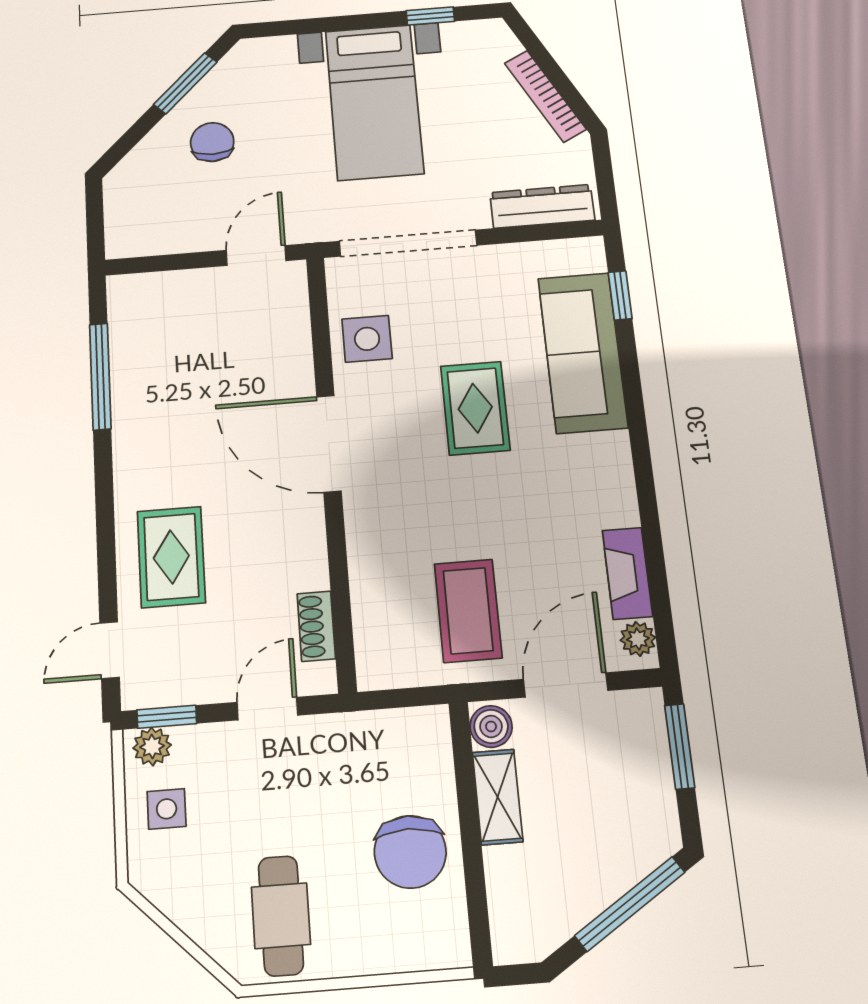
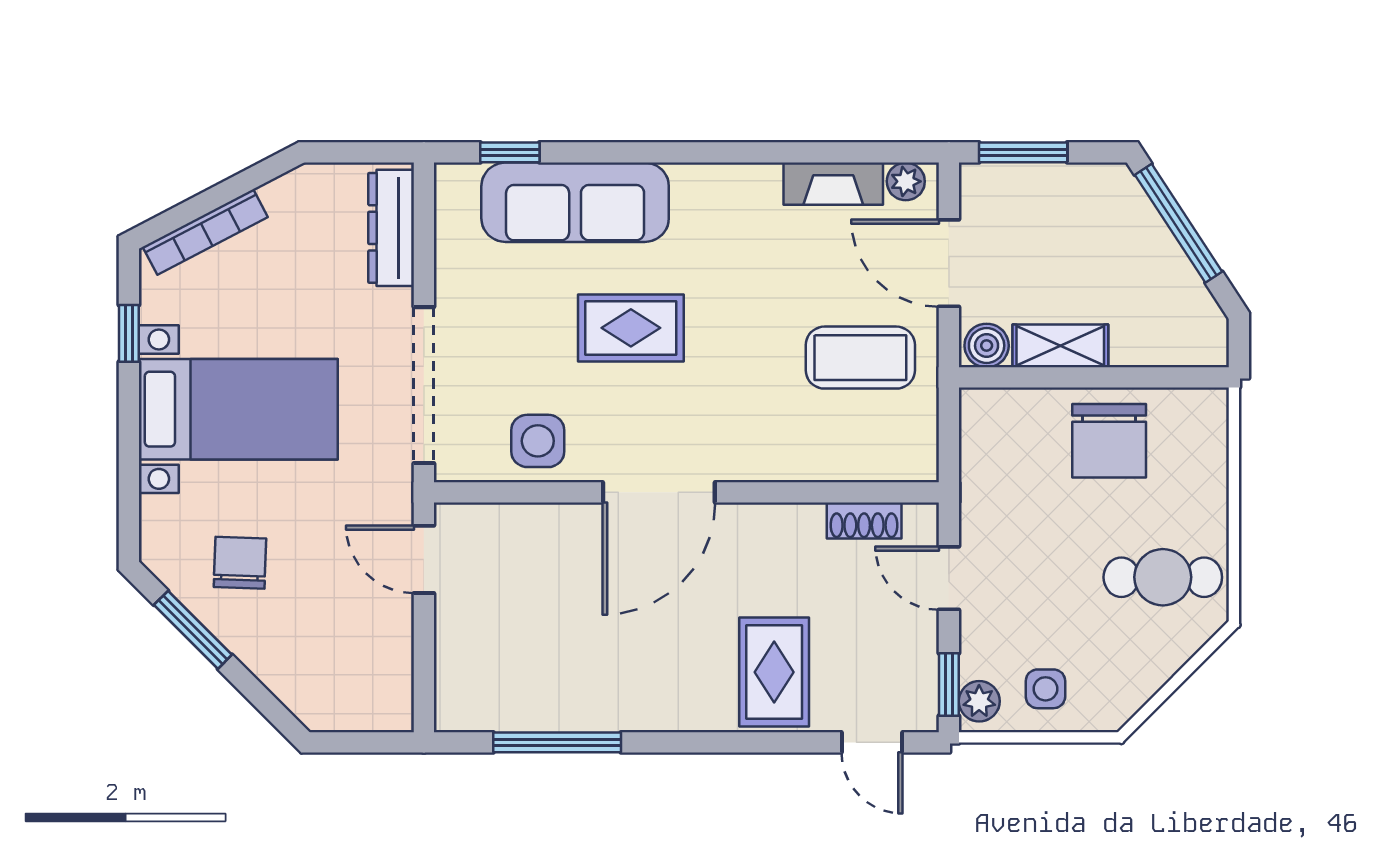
bookcase: (545, 96) -> (205, 232), moved
chair: (212, 142) -> (240, 563), moved, turned 92
rug: (171, 557) -> (774, 672), turned 90
chair: (410, 852) -> (1109, 441), turned 90

